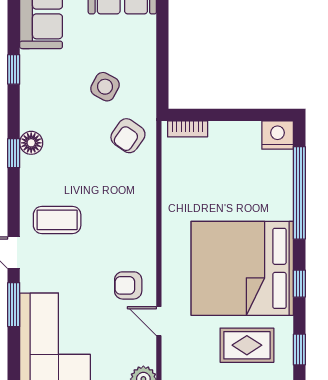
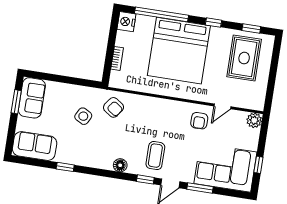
bookcase: (188, 129) -> (117, 58), moved
floor lamp: (31, 143) -> (120, 165), moved
window: (14, 153) -> (145, 179), moved
bed: (242, 268) -> (179, 51), moved
rug: (247, 345) -> (244, 58), width x1.36, depth x1.43

